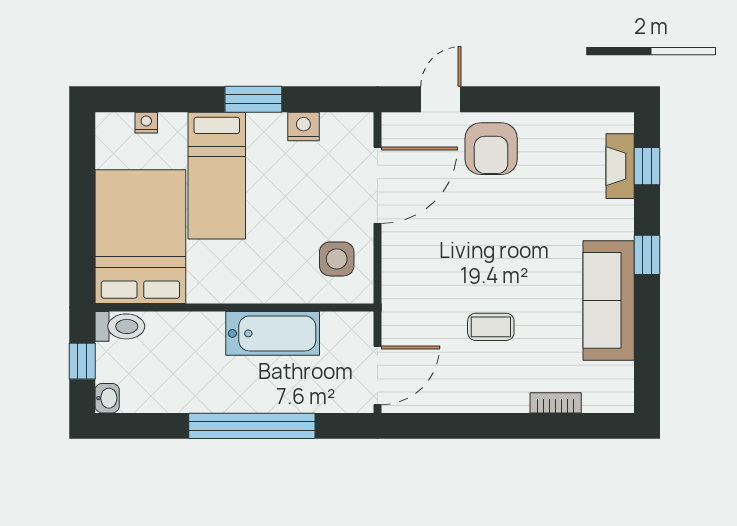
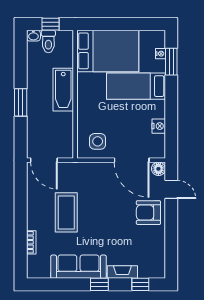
window: (253, 99) -> (171, 62), moved
floor lamp: (396, 127) -> (158, 169), added
fireplace: (620, 166) -> (122, 272), moved
toilet: (120, 326) -> (48, 41), moved
coffee table: (491, 327) -> (66, 212), width x1.86, depth x1.72
bathtub: (273, 333) -> (63, 90), moved
window: (252, 426) -> (21, 102), width x0.47

